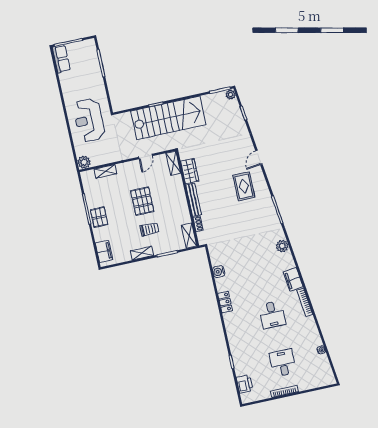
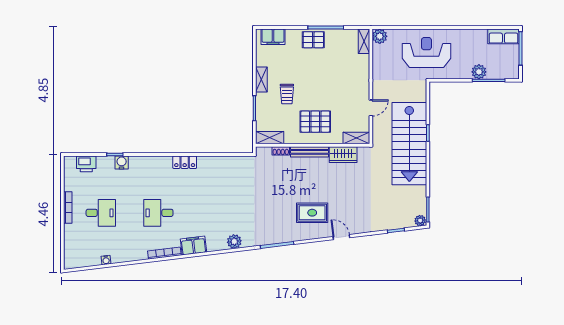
plant: (95, 73) -> (479, 72), added
door: (145, 156) -> (371, 108), swing flipped
shelving: (105, 171) -> (364, 41), moved
pallet: (142, 201) -> (315, 122), moved
water cooler: (219, 272) -> (122, 162), moved

